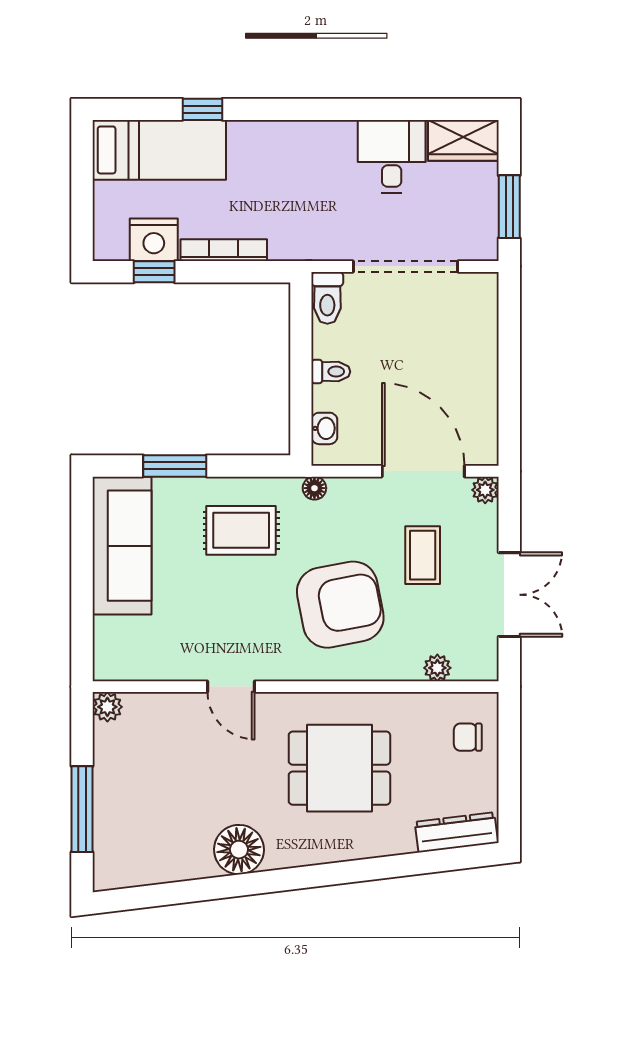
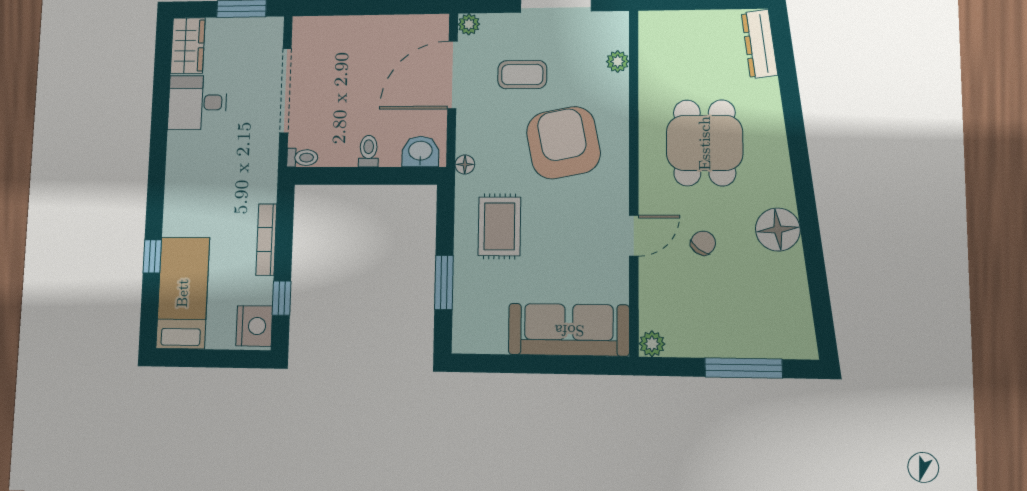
nightstand: (154, 240) -> (254, 326), moved
toilet: (327, 298) -> (302, 158), width x0.73, depth x0.72
washbasin: (324, 428) -> (420, 152), width x1.38, depth x1.45
sofa: (122, 546) -> (569, 330), moved
chair: (468, 737) -> (703, 243), moved, turned -143

